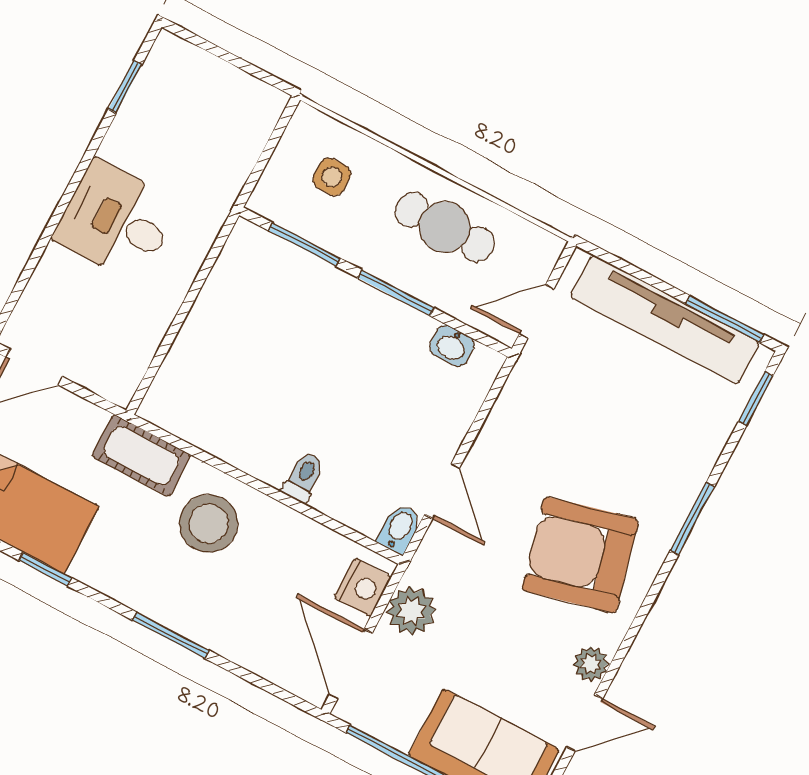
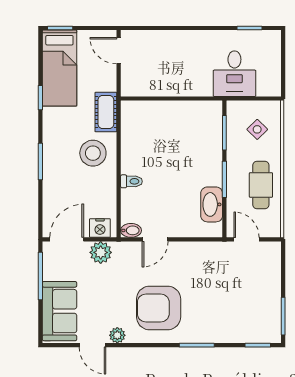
side table: (332, 177) -> (257, 129), turned 45
desk: (117, 221) -> (234, 74), moved, turned 180
tv unit: (665, 320) -> (270, 292), removed
washbasin: (452, 346) -> (212, 204), width x1.91, depth x1.45
armchair: (580, 555) -> (159, 308), turned -76

